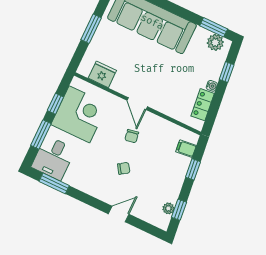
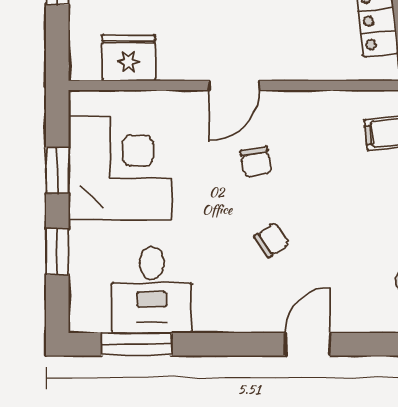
door: (137, 104) -> (234, 85), hinge flipped
window: (41, 135) -> (57, 252), width x0.67
desk: (53, 158) -> (152, 290), moved

